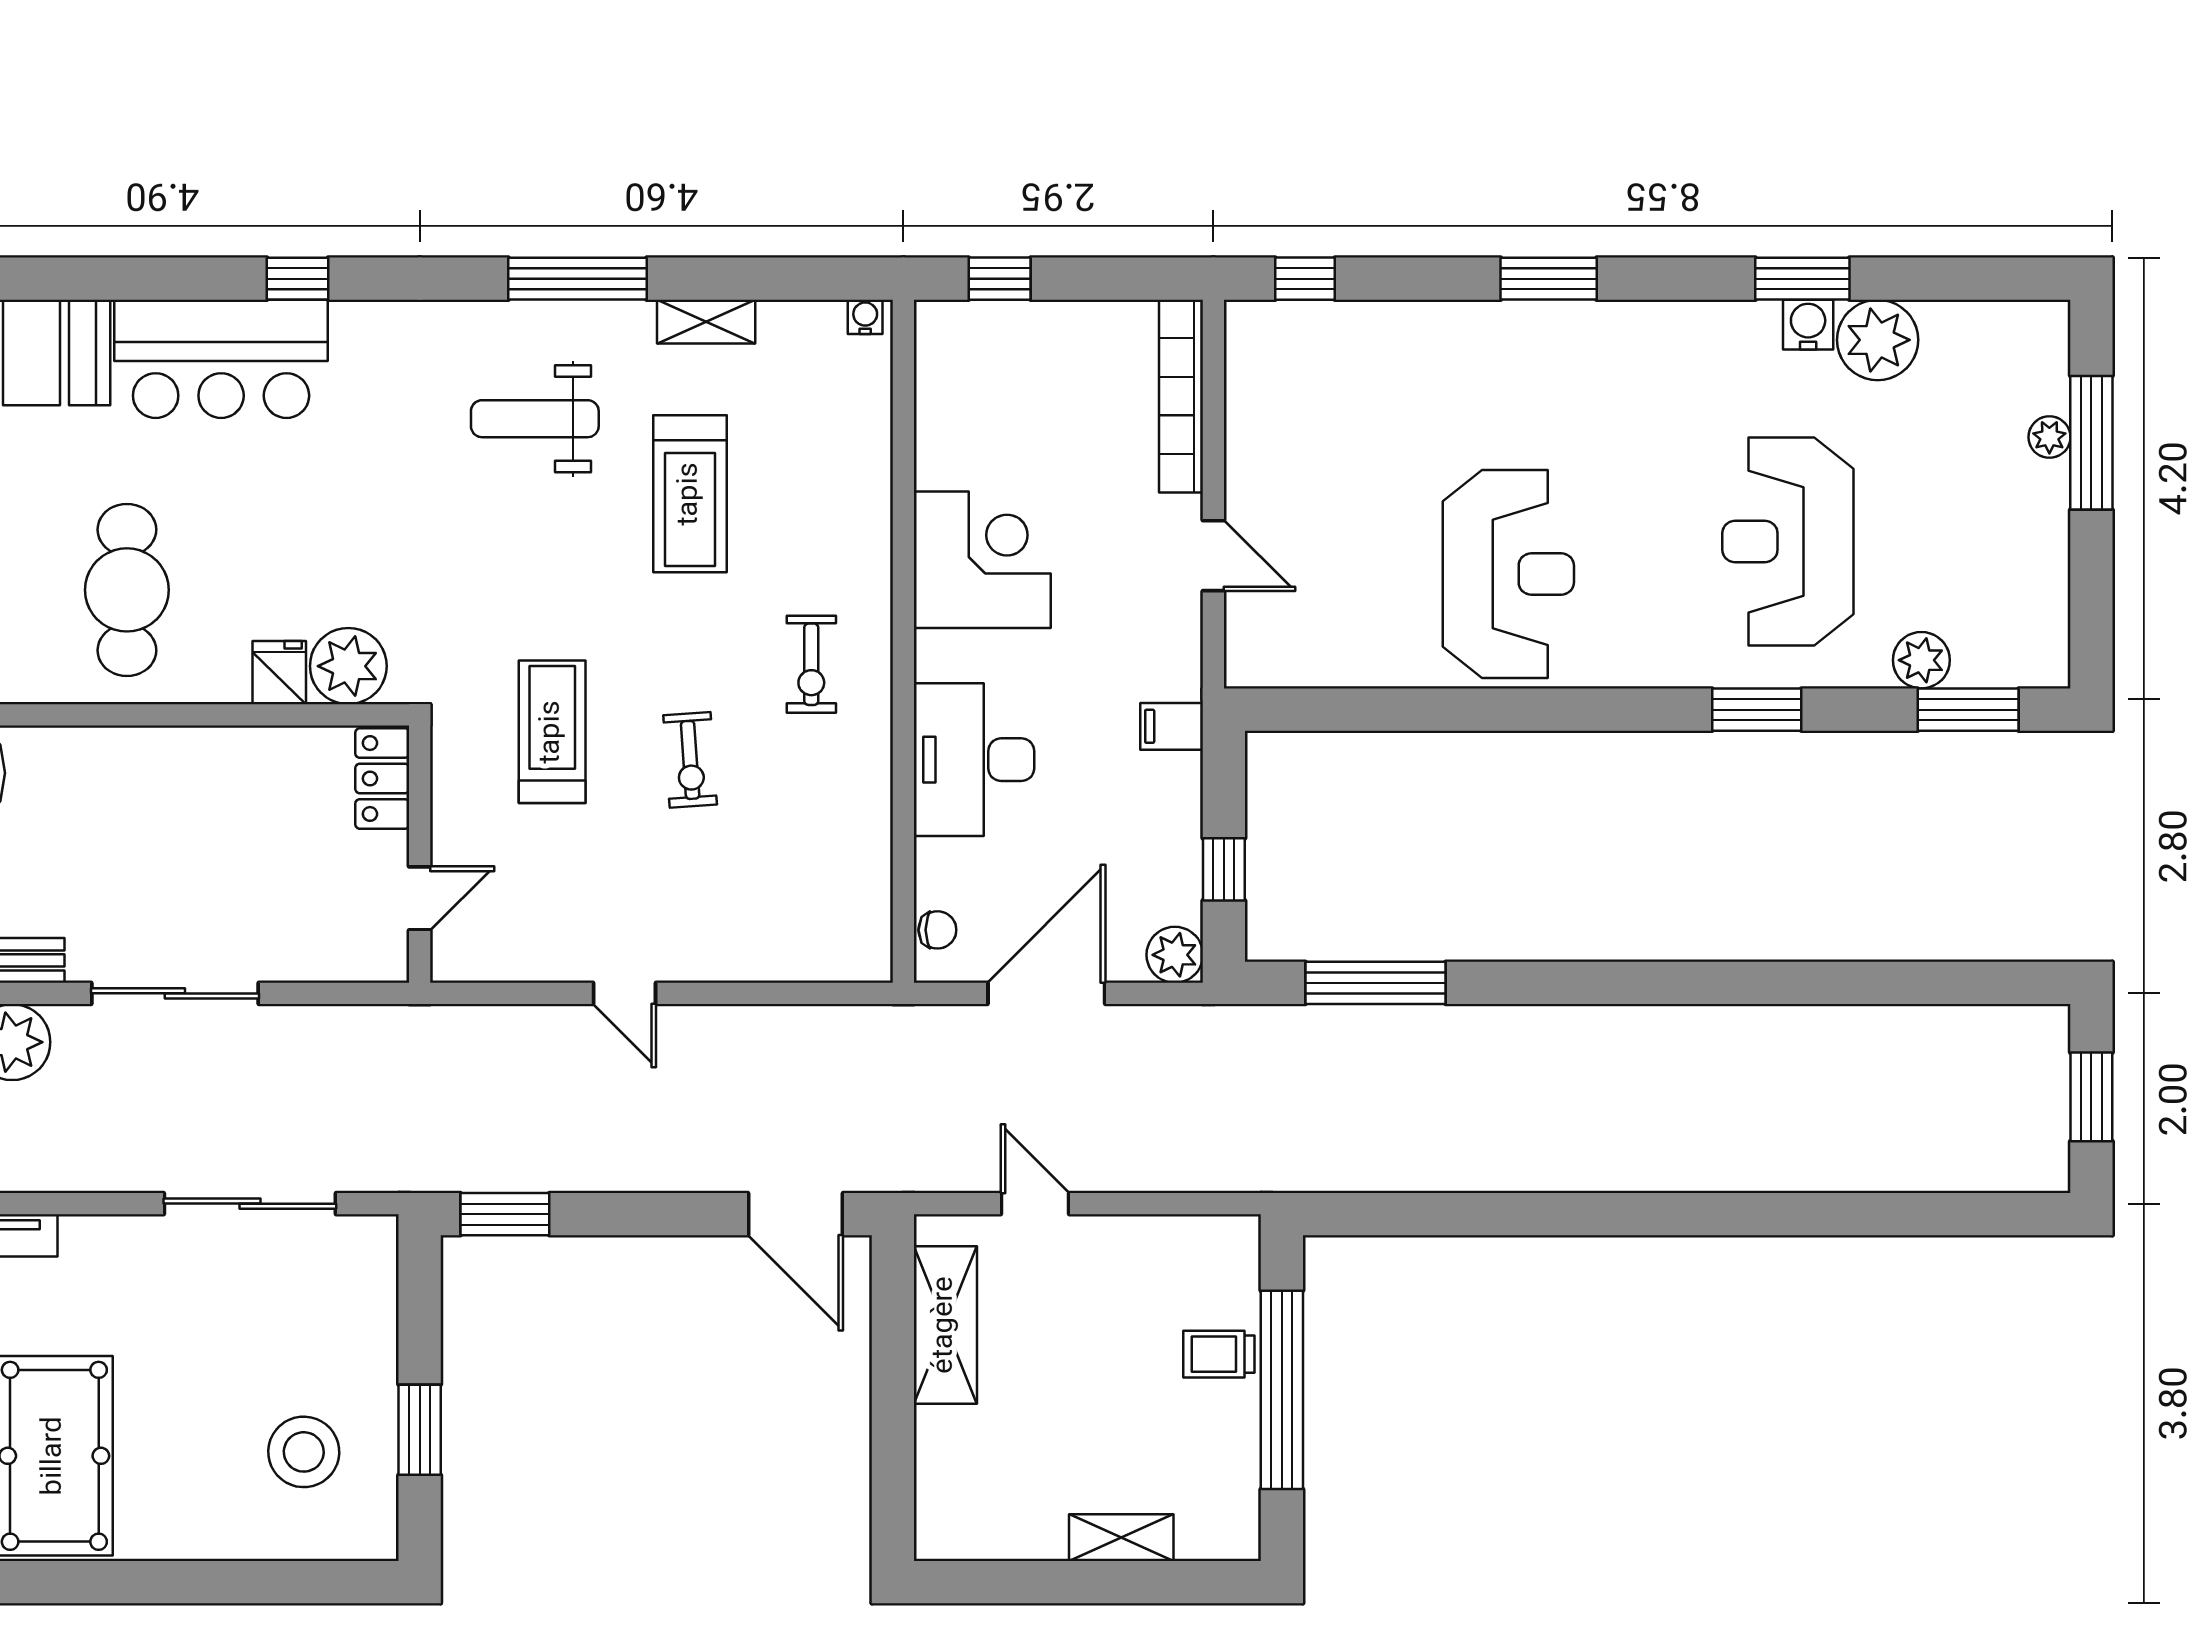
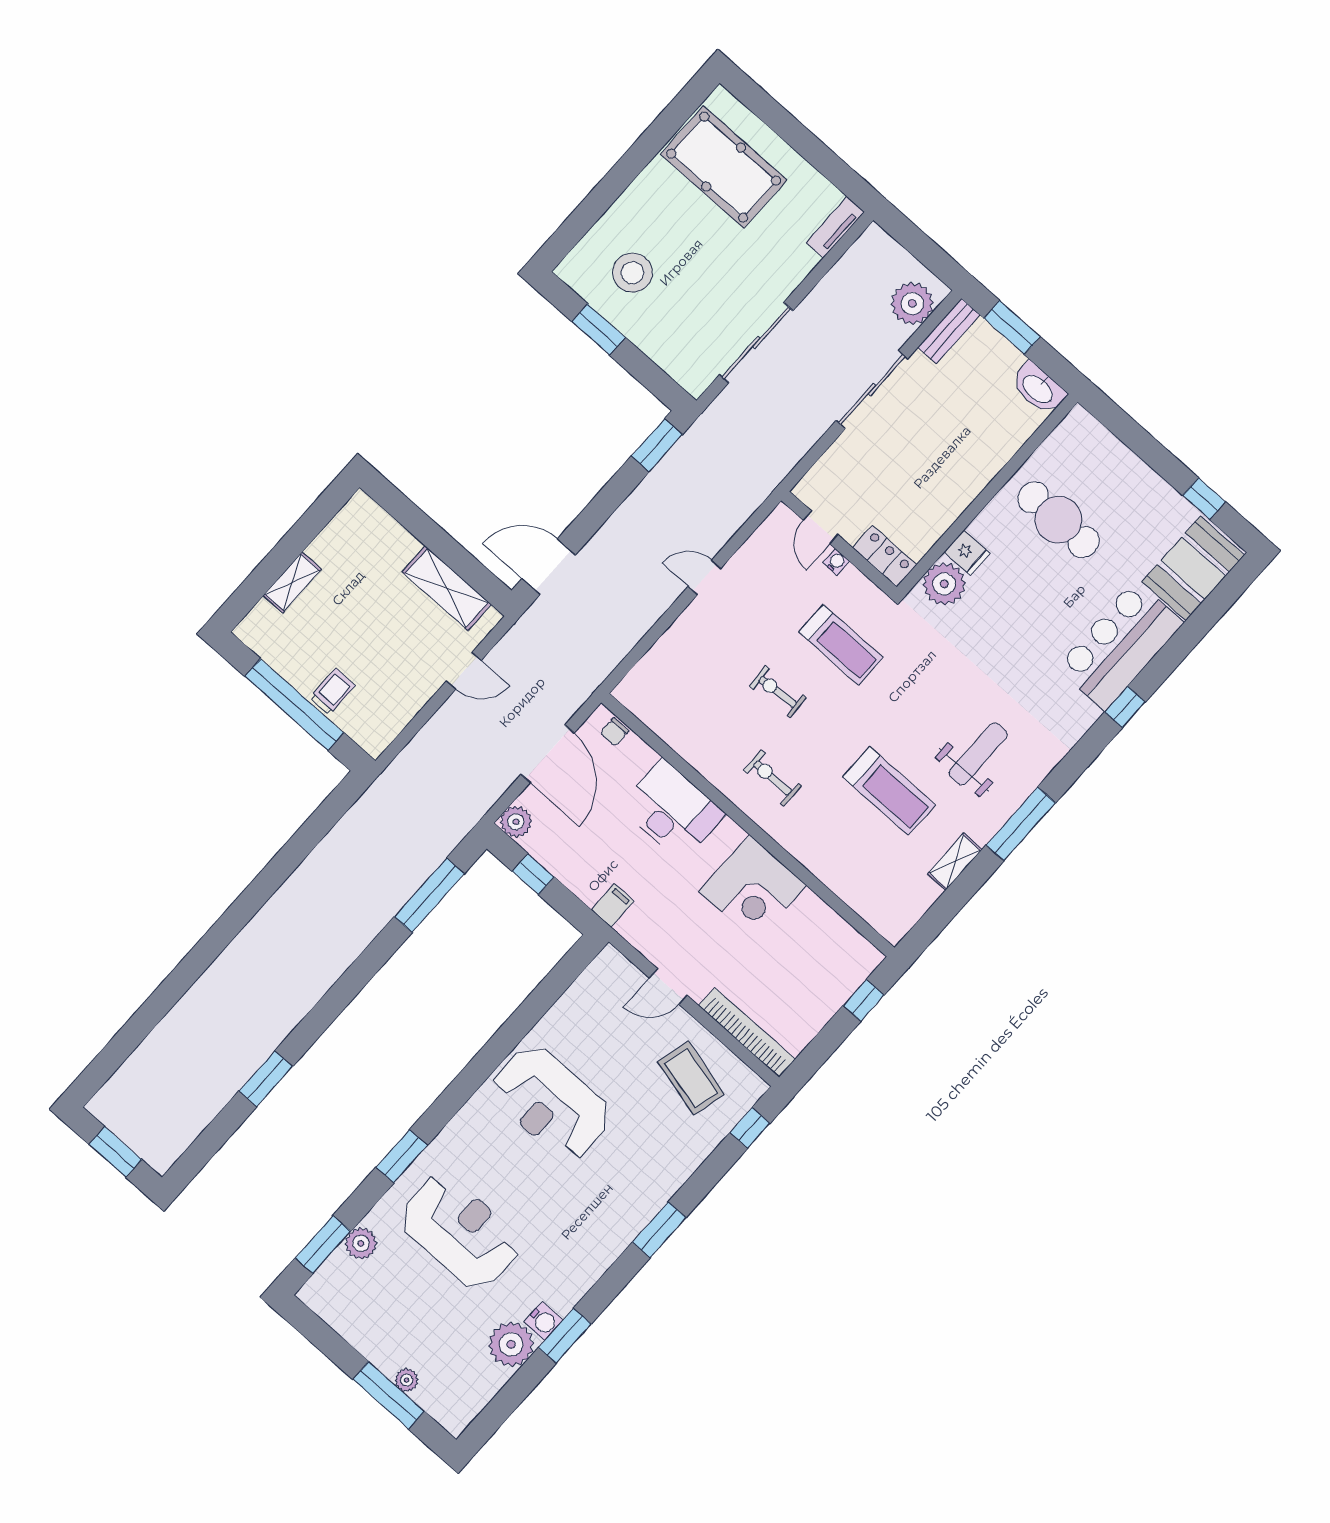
water cooler: (865, 317) -> (836, 562), moved, turned -90
coffee table: (1309, 416) -> (691, 1078), added
treadmill: (690, 494) -> (889, 791), turned 180
window: (1815, 983) -> (266, 1079), added

